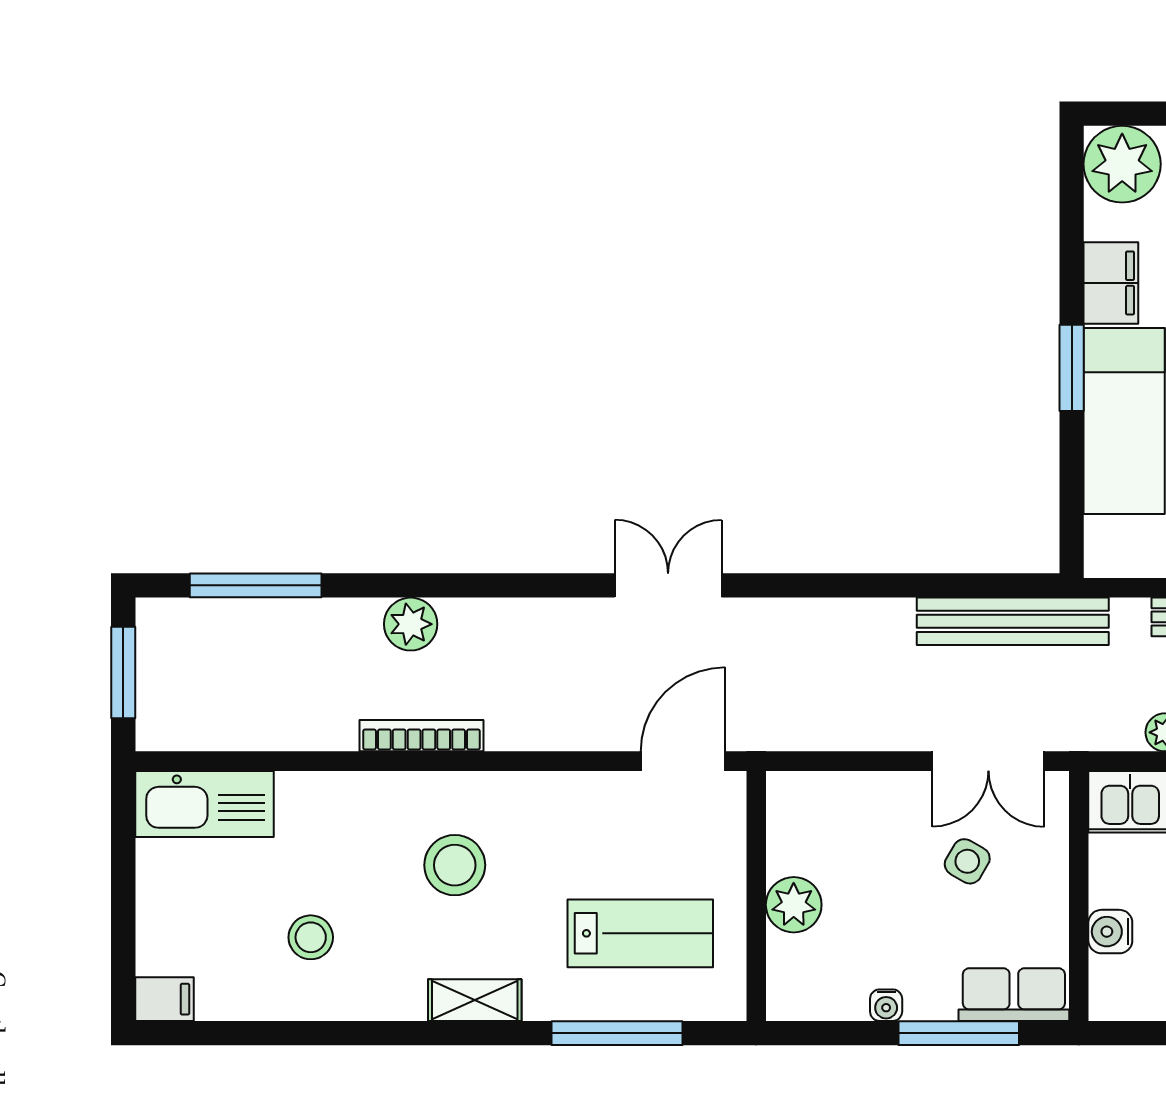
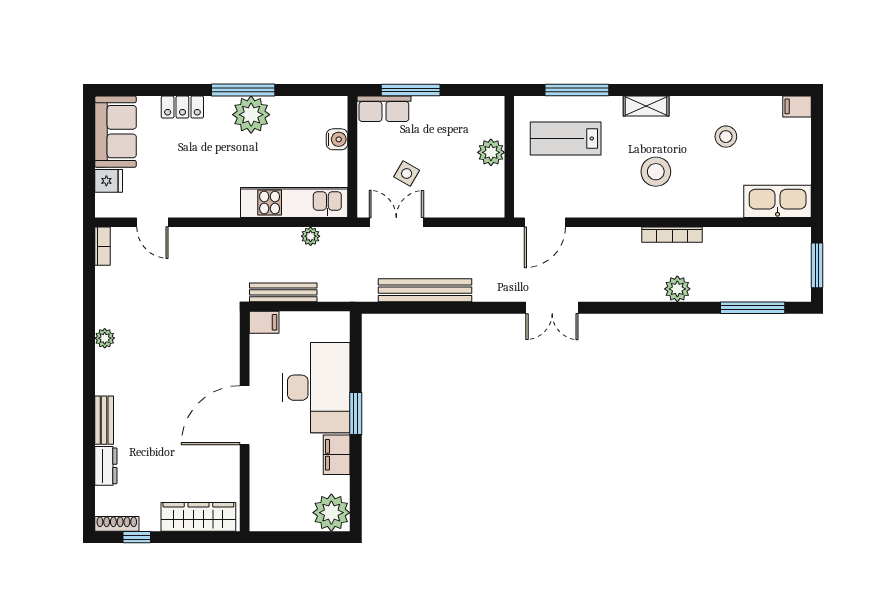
bench: (1013, 621) -> (425, 290), moved
water cooler: (886, 1005) -> (446, 104), removed

